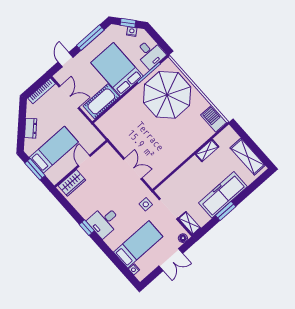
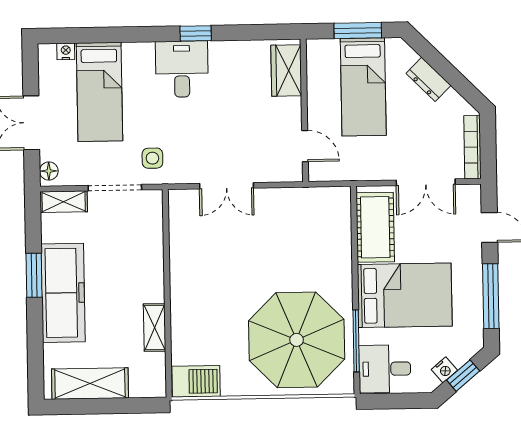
door: (84, 161) -> (305, 146), moved

